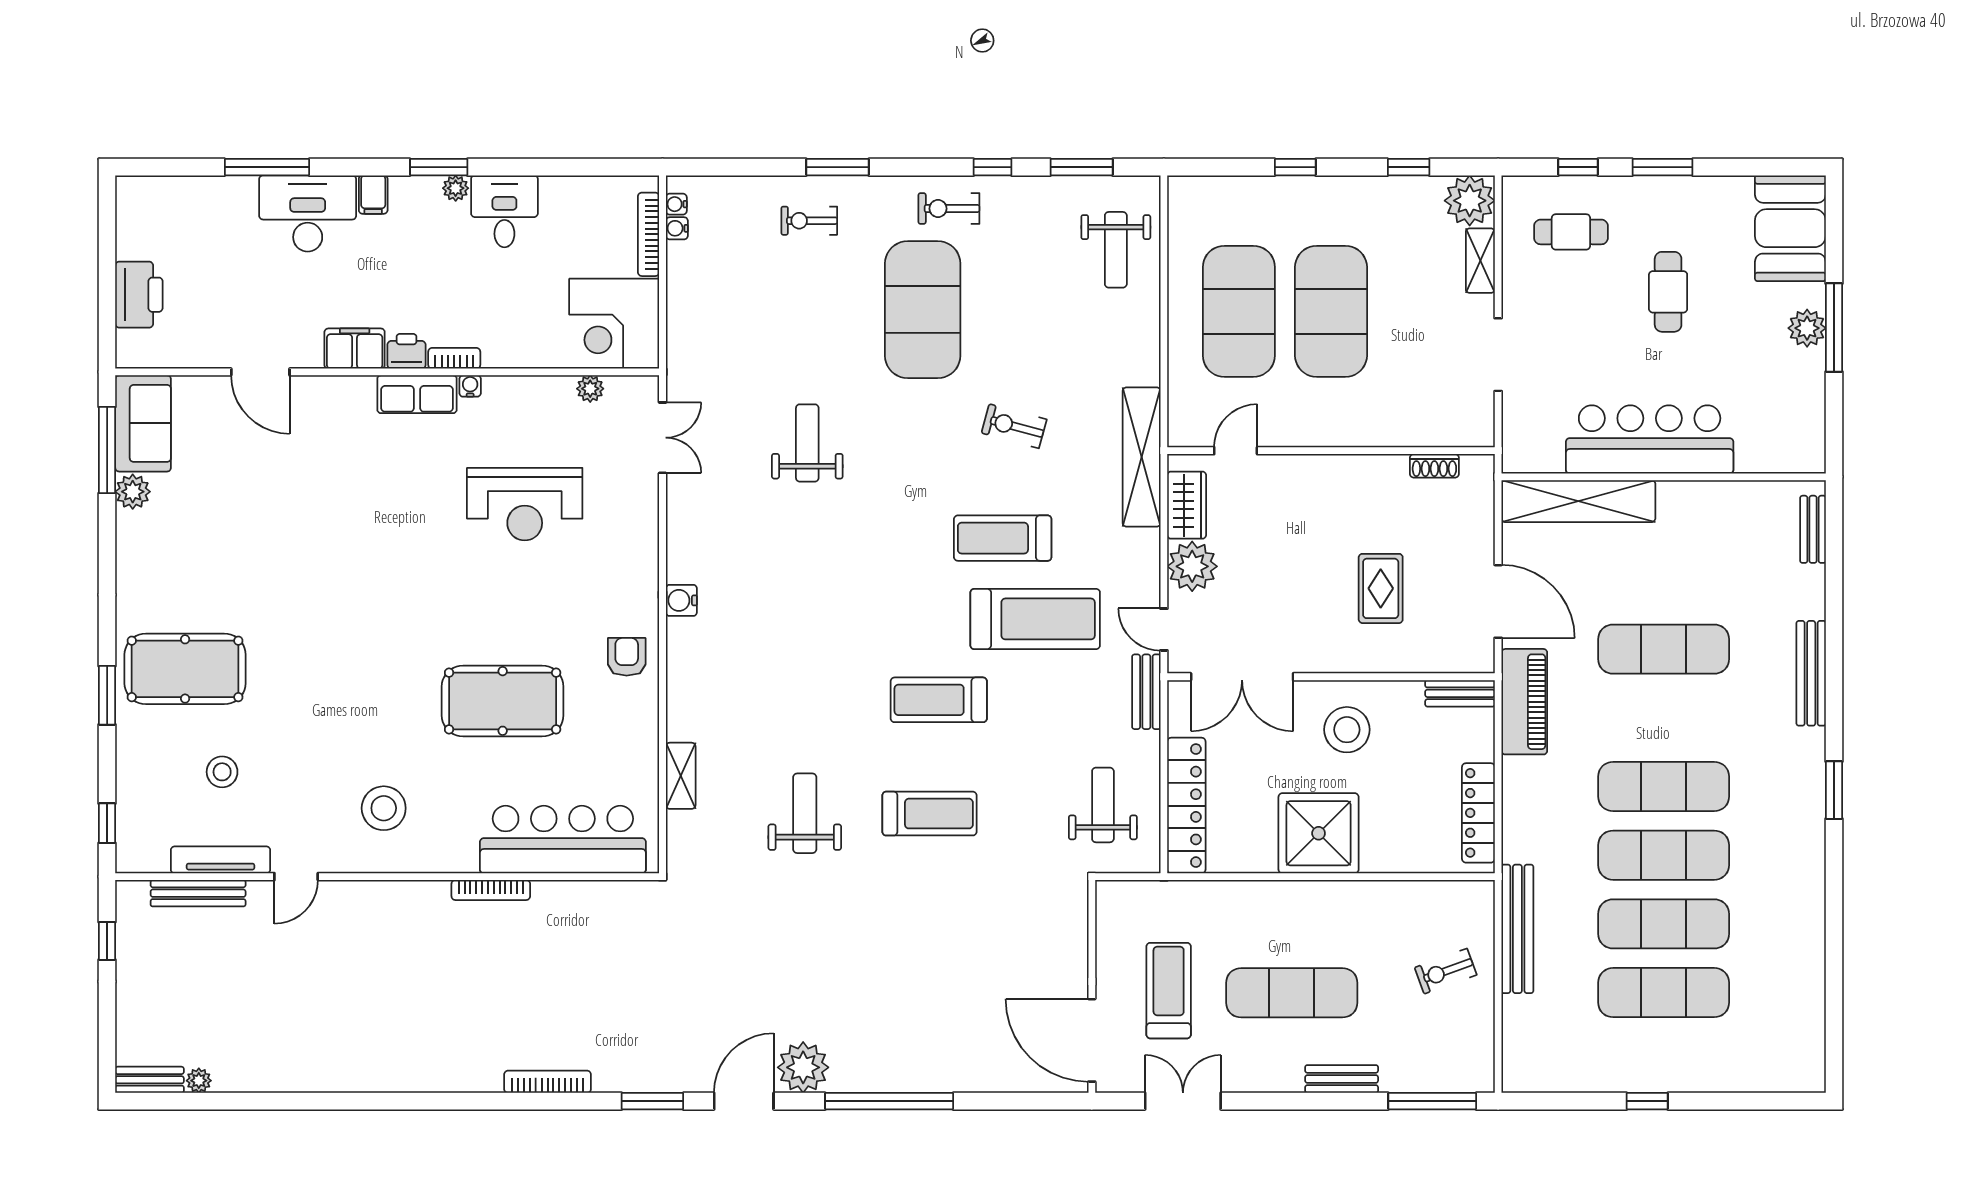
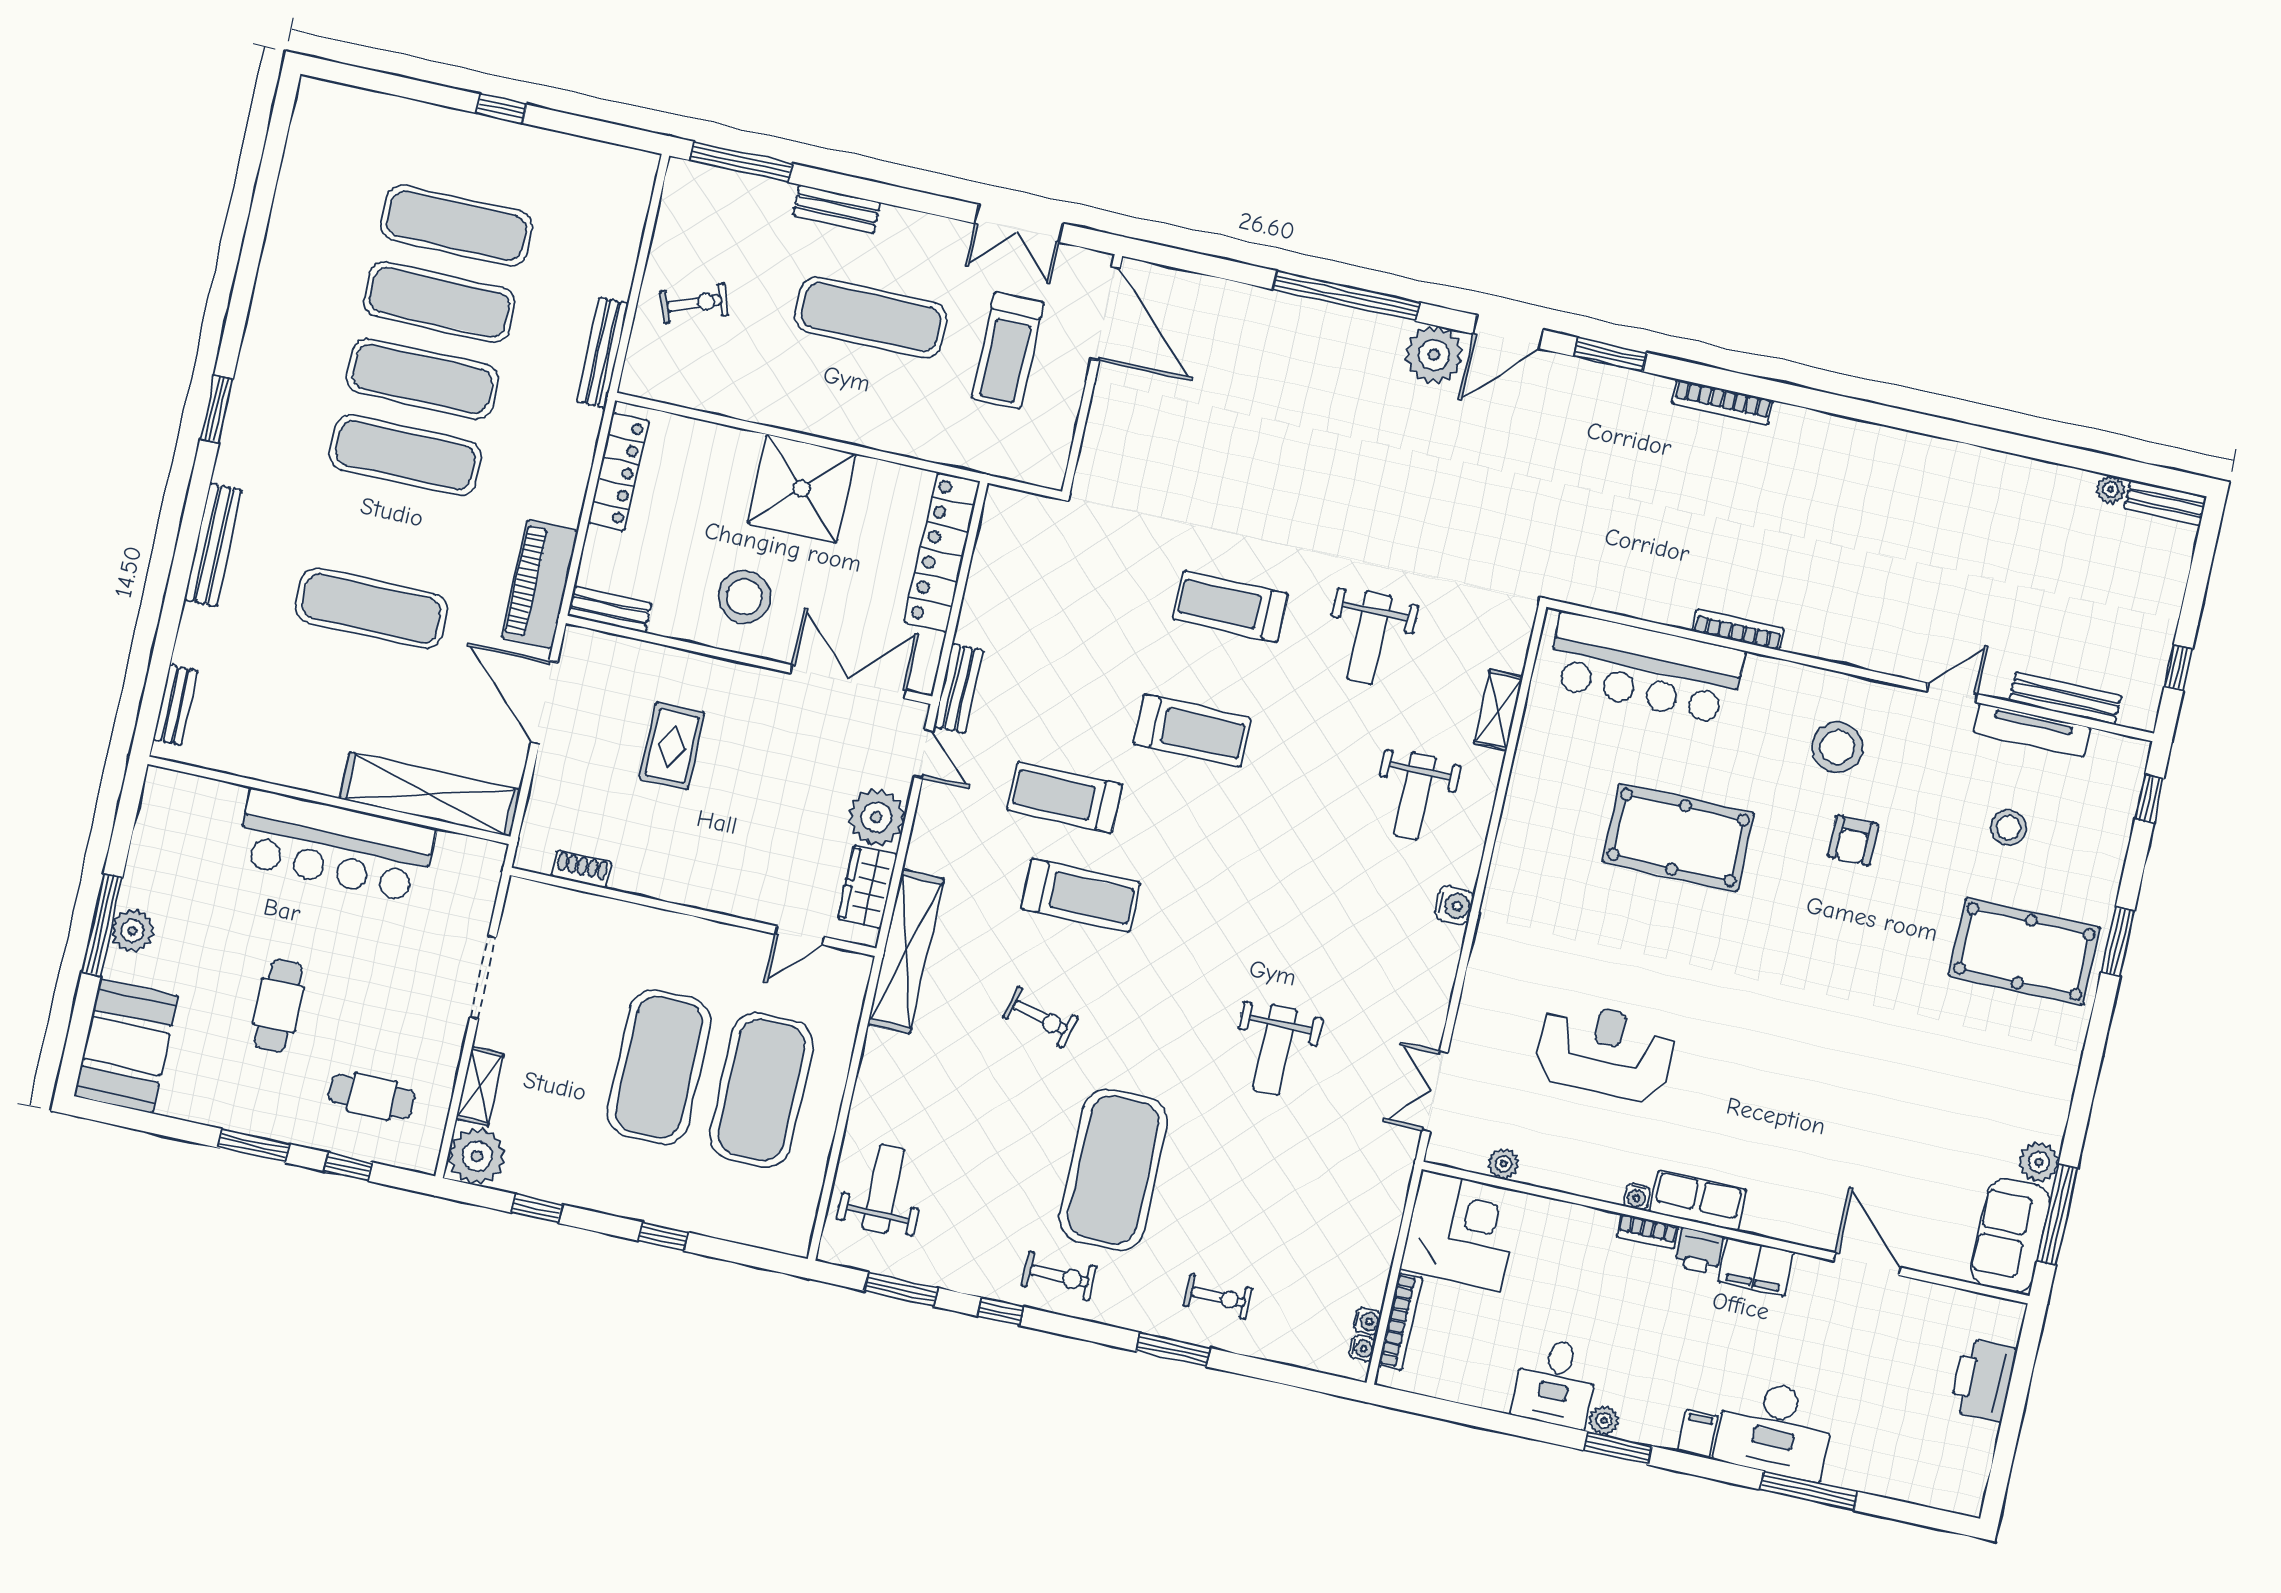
treadmill: (1035, 619) -> (1064, 797), width x0.73, depth x0.73
armchair: (627, 657) -> (1853, 840), moved
weight bench: (1103, 805) -> (1415, 796), moved
bench: (1517, 929) -> (602, 353), width x0.73, depth x0.82

